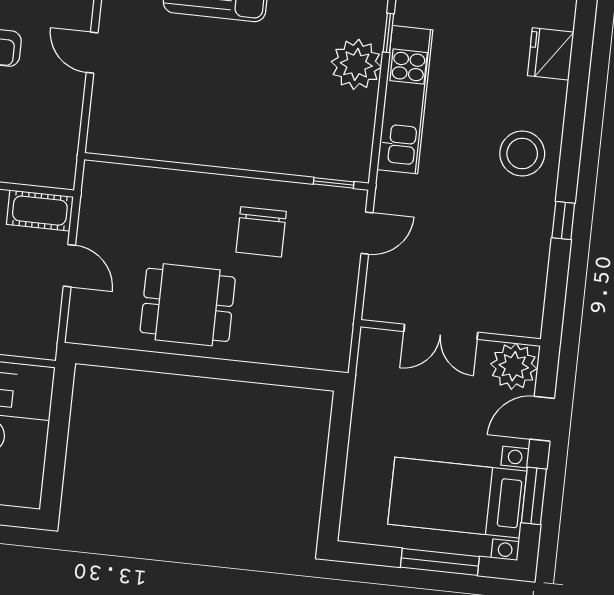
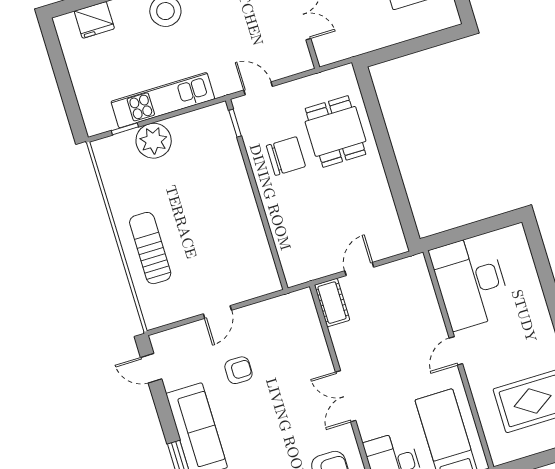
dining table: (188, 305) -> (335, 131), moved

